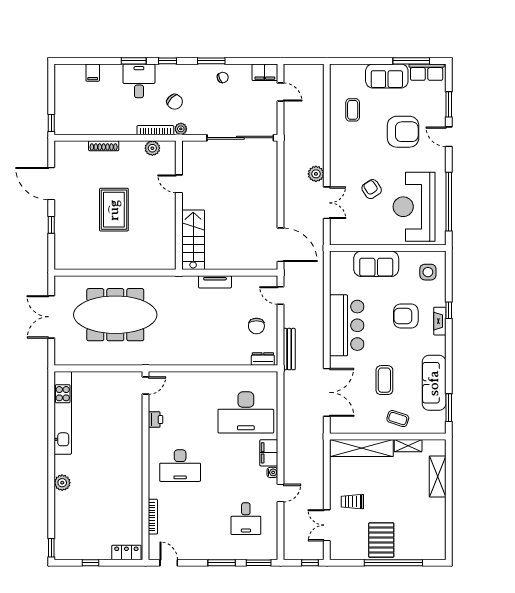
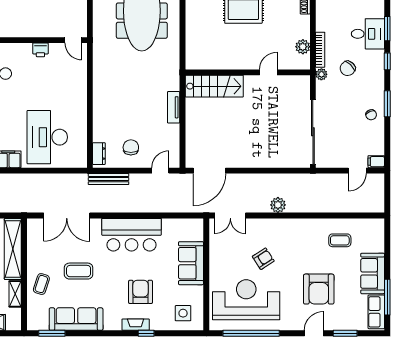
filing cabinet: (265, 72) -> (376, 162), width x0.50
double door: (327, 203) -> (230, 215), moved
chair: (256, 326) -> (131, 147), turned 90

